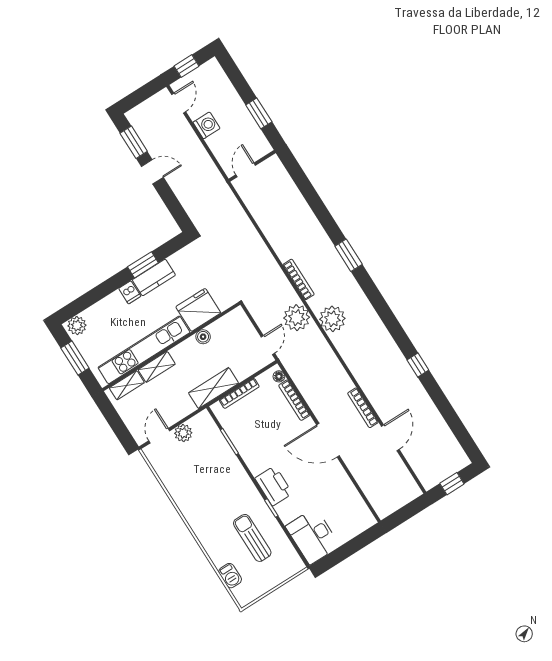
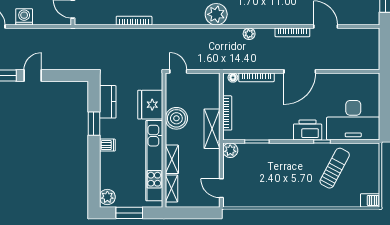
kitchen counter: (154, 277) -> (108, 102), moved
bookcase: (299, 279) -> (134, 21), moved
plant: (297, 318) -> (249, 34), moved, width x0.53, depth x0.53
boiler: (203, 337) -> (176, 118), width x1.86, depth x1.86
door: (268, 345) -> (178, 71), moved
plant: (183, 433) -> (230, 150), moved
desk: (313, 536) -> (353, 120), width x1.36, depth x1.30
sun lounger: (252, 538) -> (335, 168), turned 118
barbecue: (230, 576) -> (370, 200), moved

